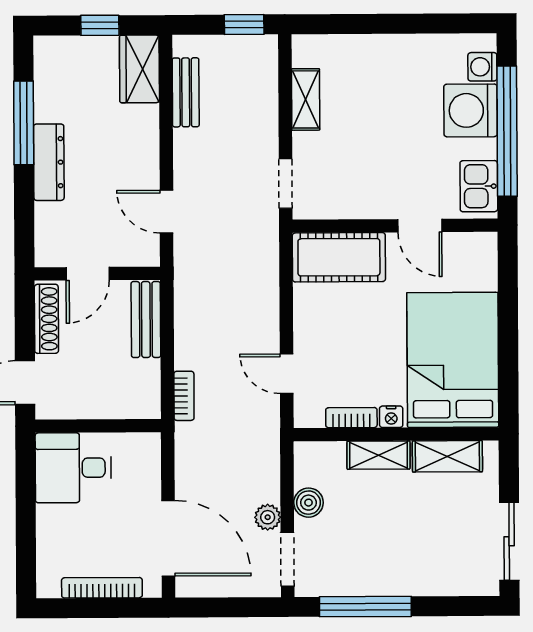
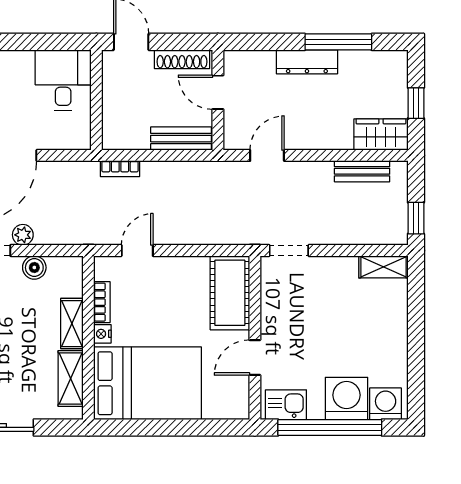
washing machine: (482, 67) -> (386, 404), width x1.38, depth x1.38
shelving: (306, 99) -> (383, 267), moved

